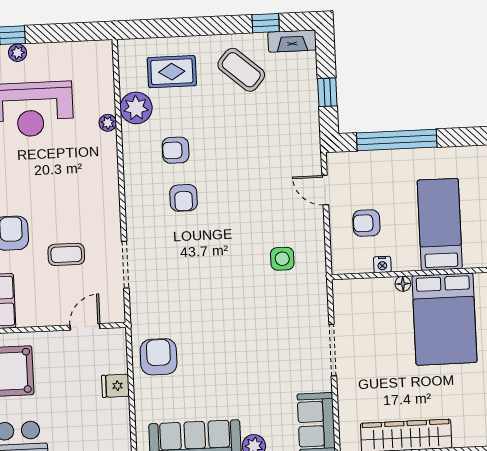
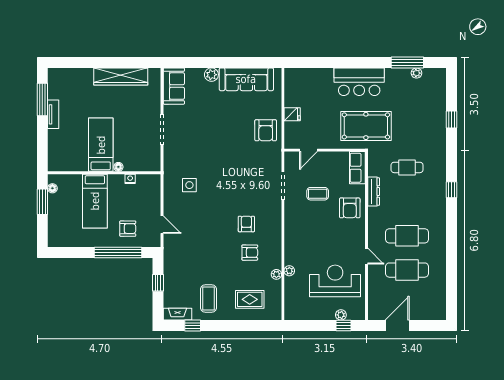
coffee table: (241, 70) -> (208, 299), turned 49
plant: (136, 108) -> (276, 274), width x0.53, depth x0.53
armchair: (366, 223) -> (128, 229), moved
bed: (444, 319) -> (101, 145), width x0.67

